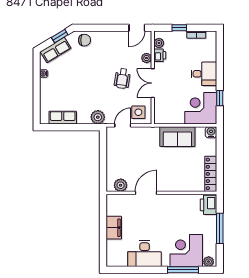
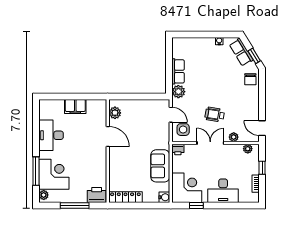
printer: (160, 55) -> (178, 149), moved
desk: (204, 74) -> (223, 191), width x1.37
row of seats: (63, 118) -> (178, 71), moved

